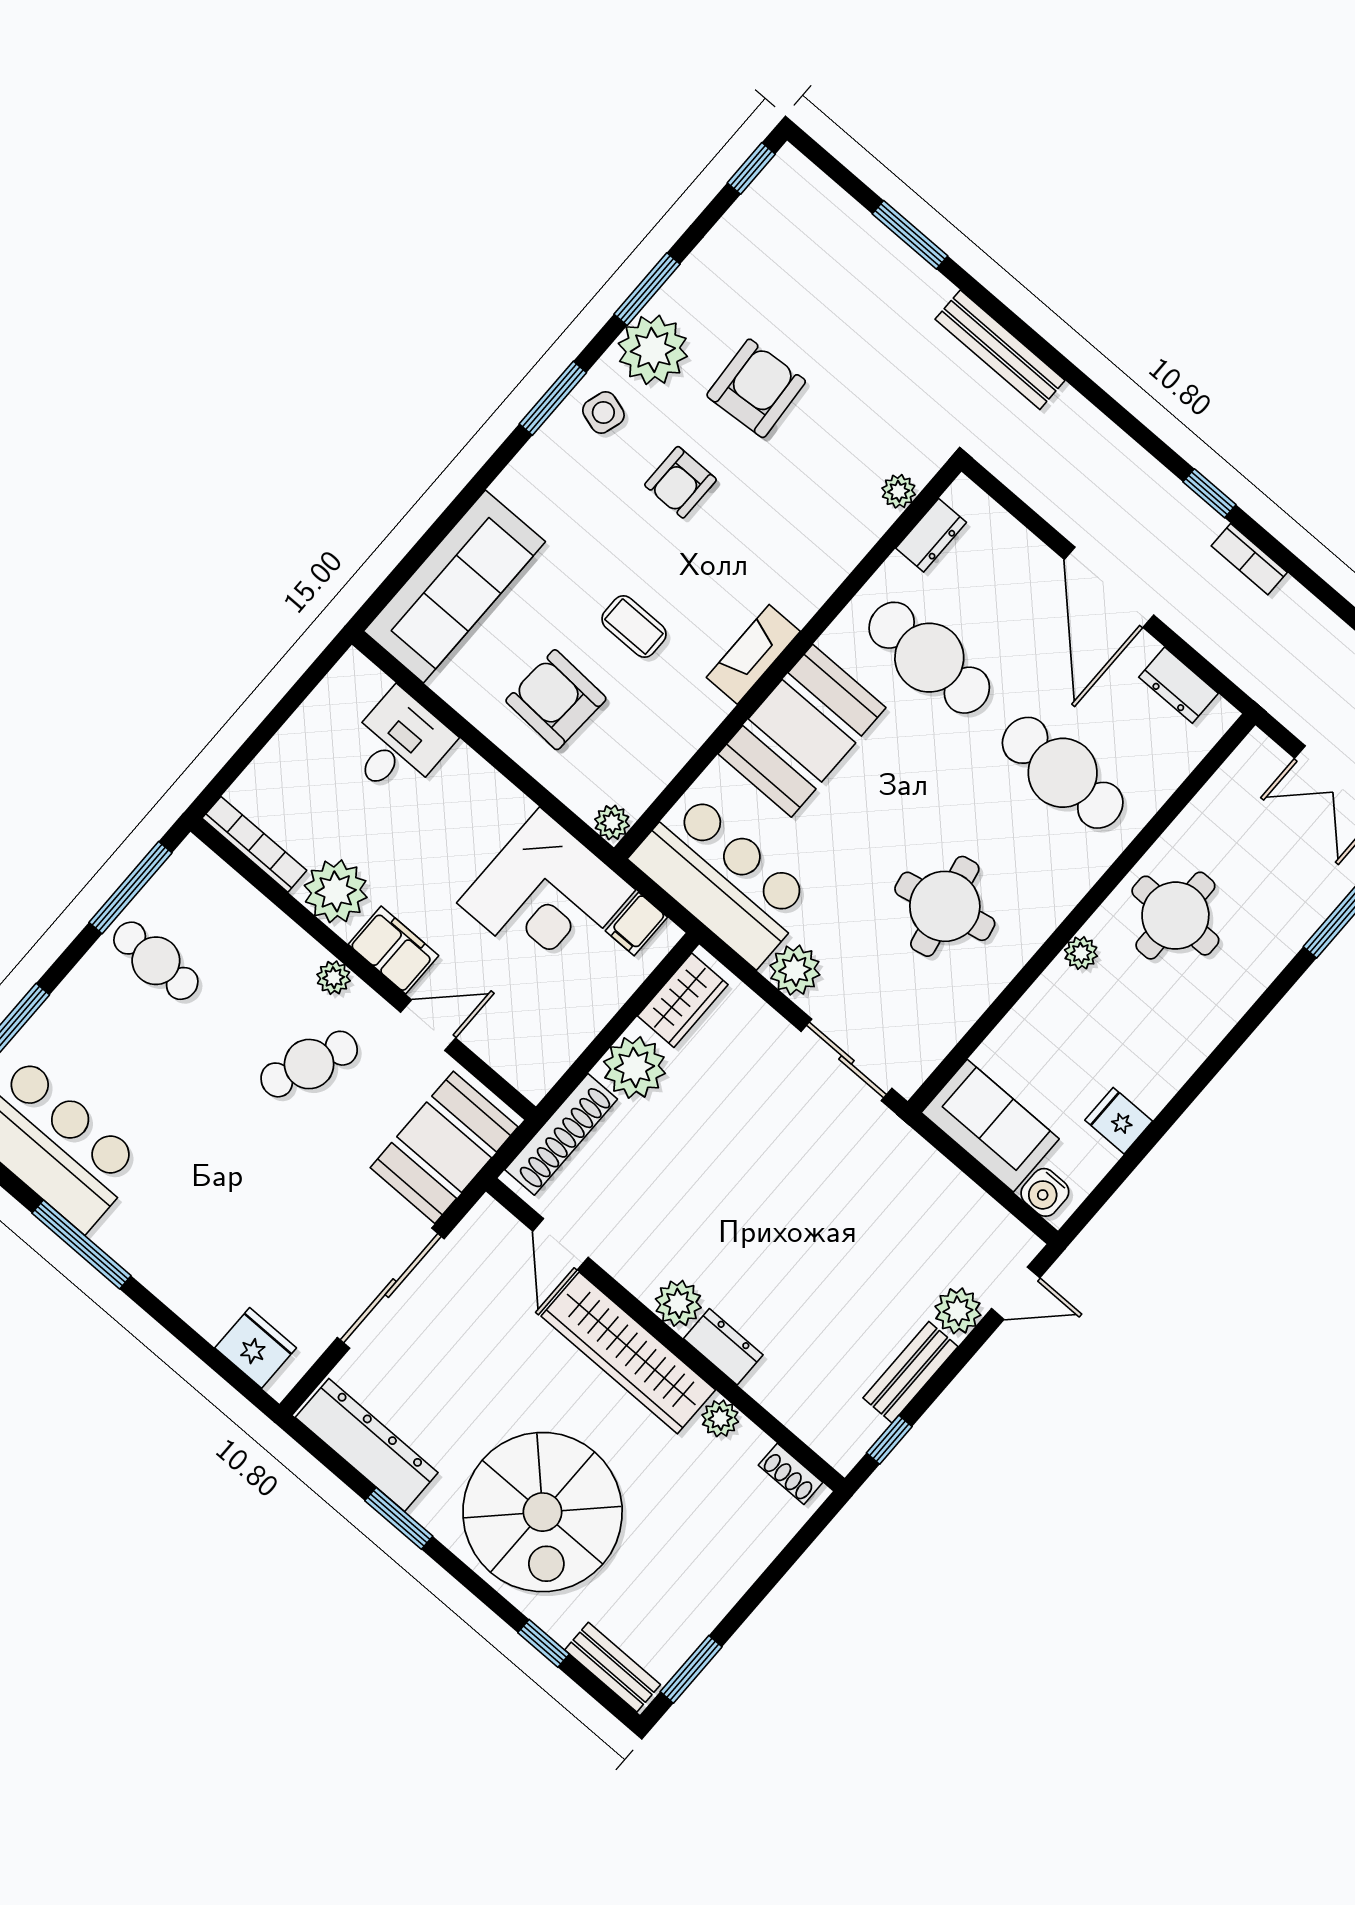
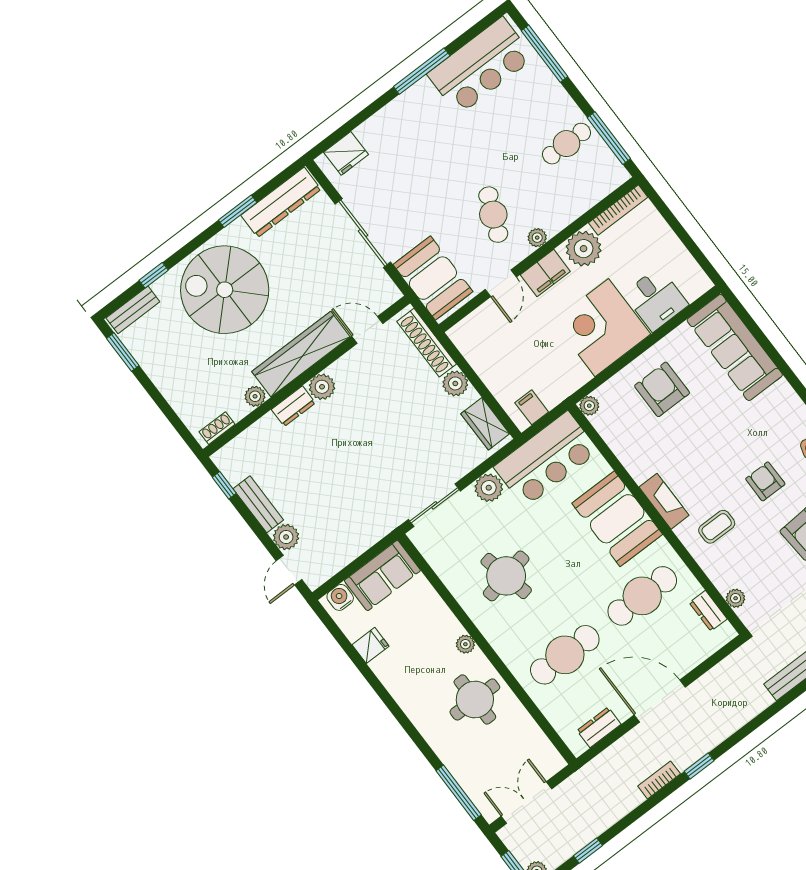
coffee table: (634, 627) -> (717, 527), moved
armchair: (556, 700) -> (662, 389), turned -93
corner desk: (546, 896) -> (602, 328), moved
plant: (634, 1067) -> (455, 383), width x0.73, depth x0.73

